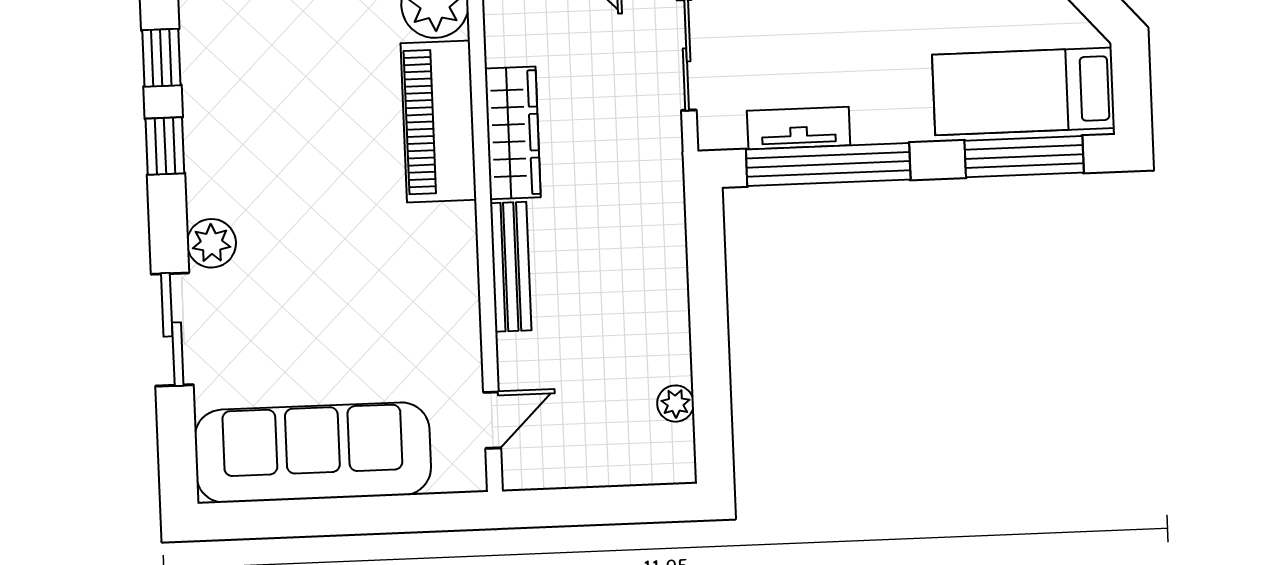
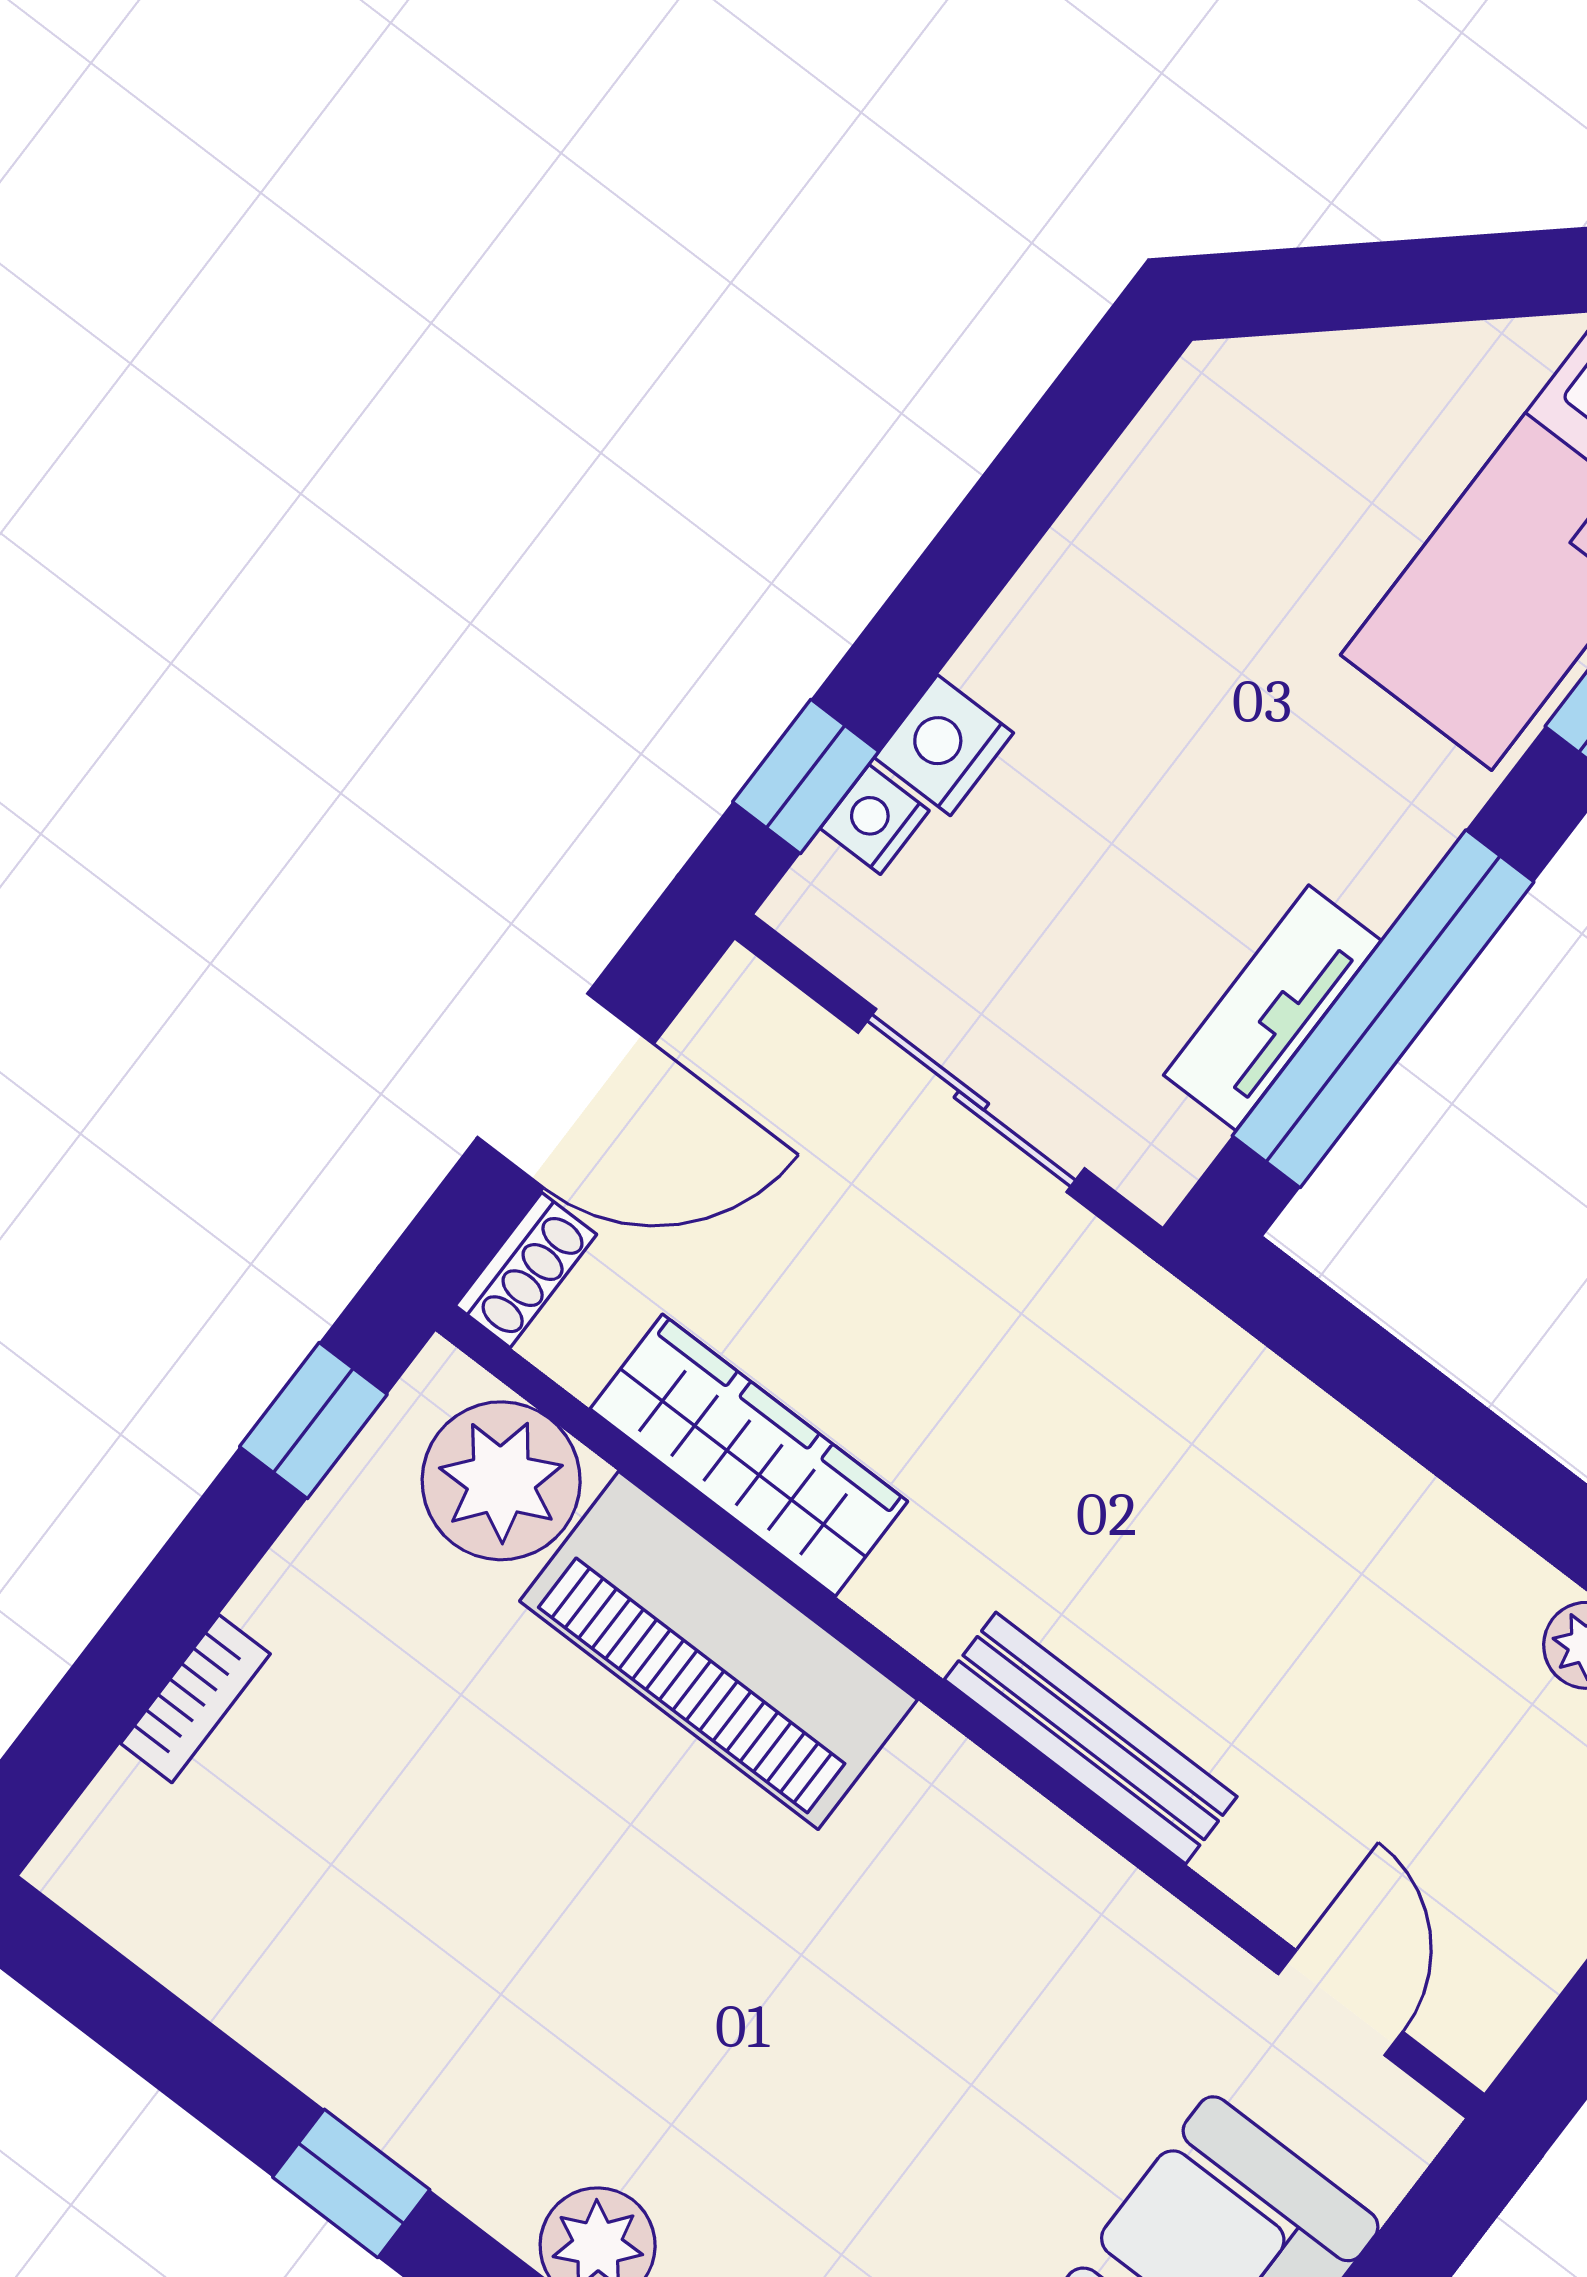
window: (161, 58) -> (186, 2057), removed
wardrobe: (513, 133) -> (749, 1455), moved

